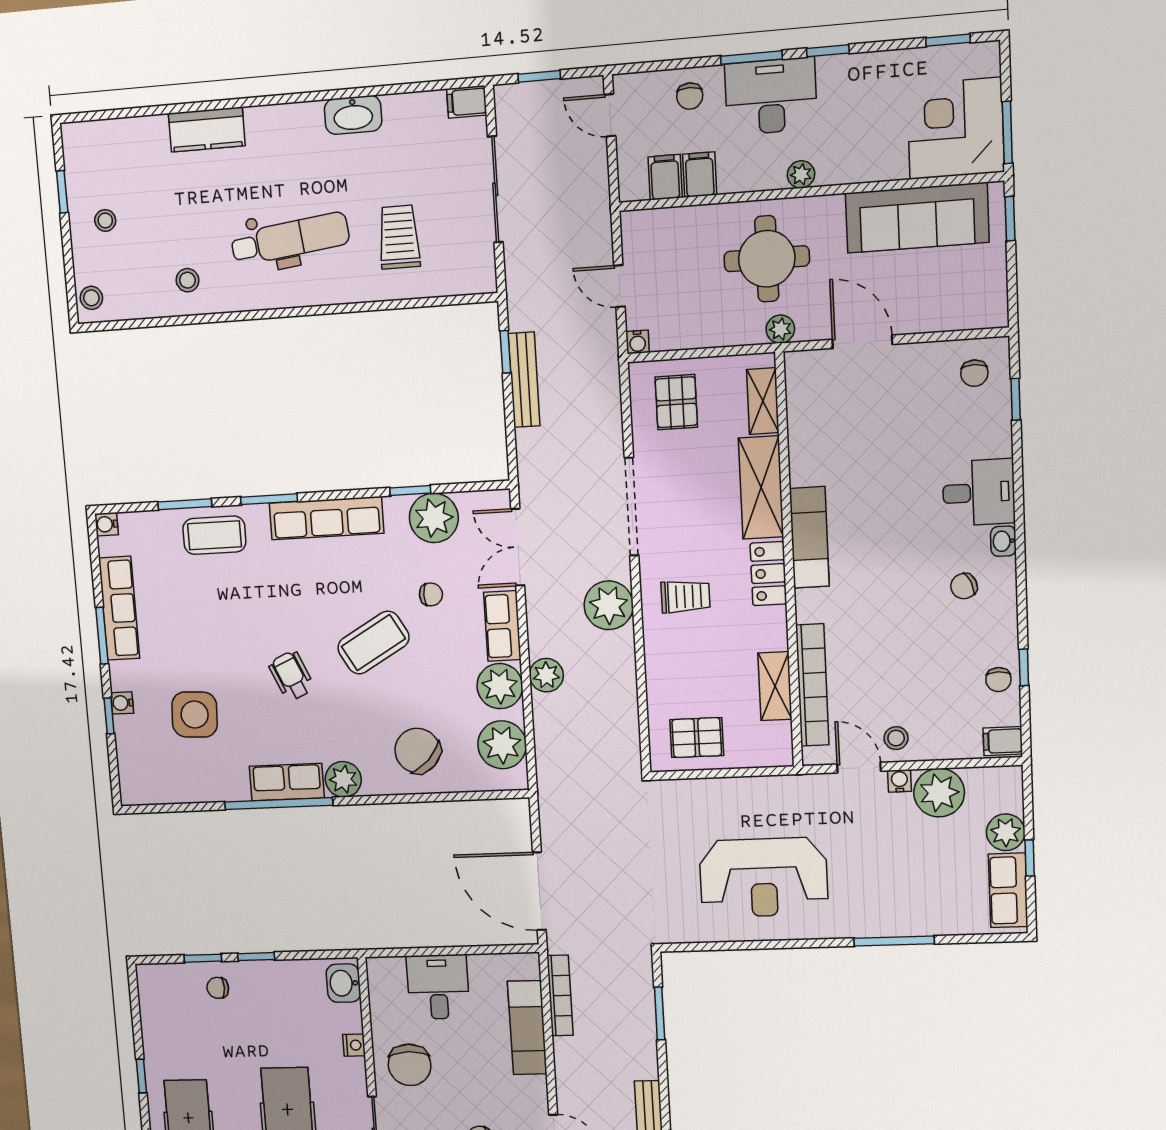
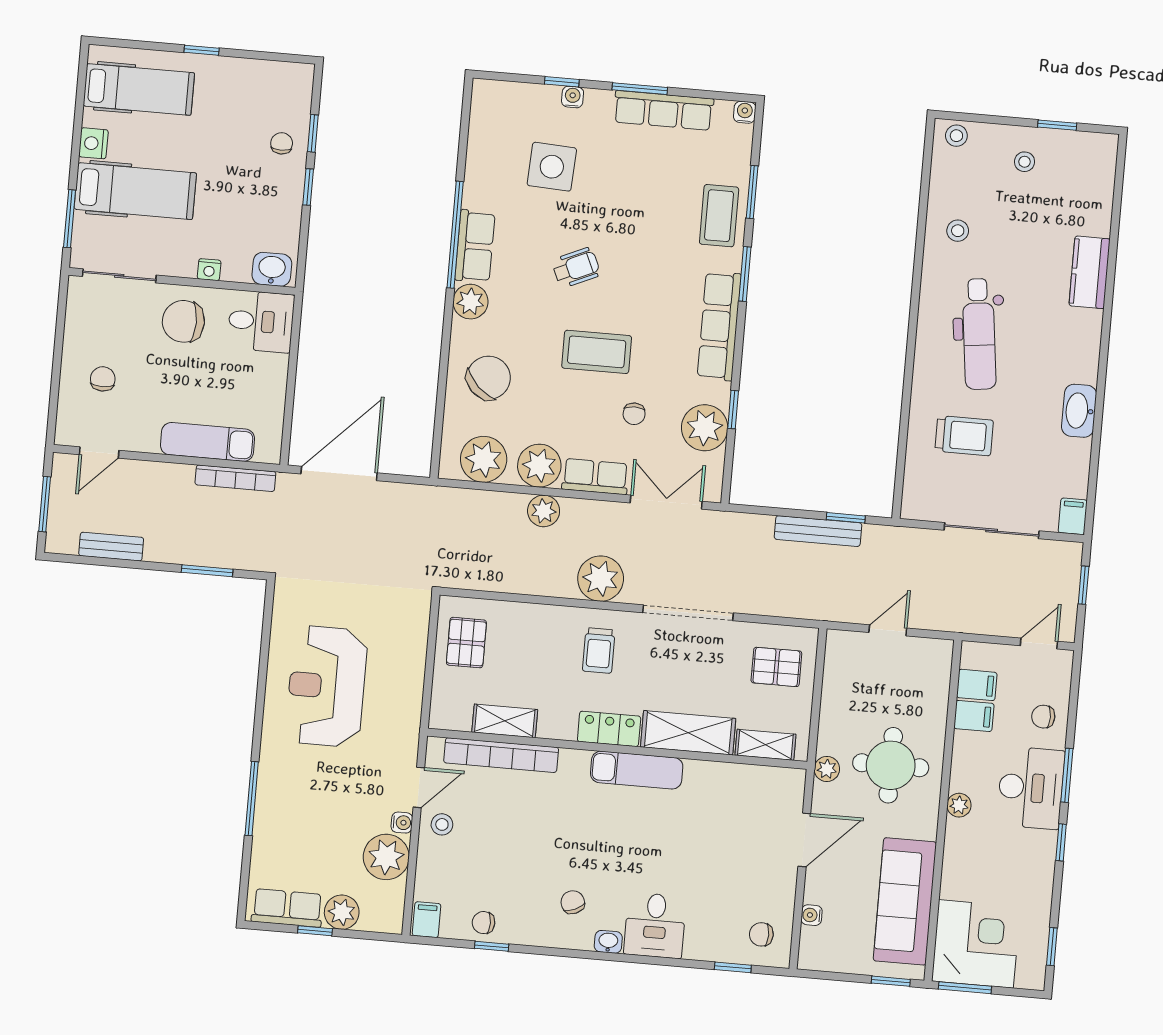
water cooler: (638, 342) -> (812, 915), moved
coffee table: (373, 643) -> (597, 352), turned -60
desk: (438, 987) -> (261, 321), moved

